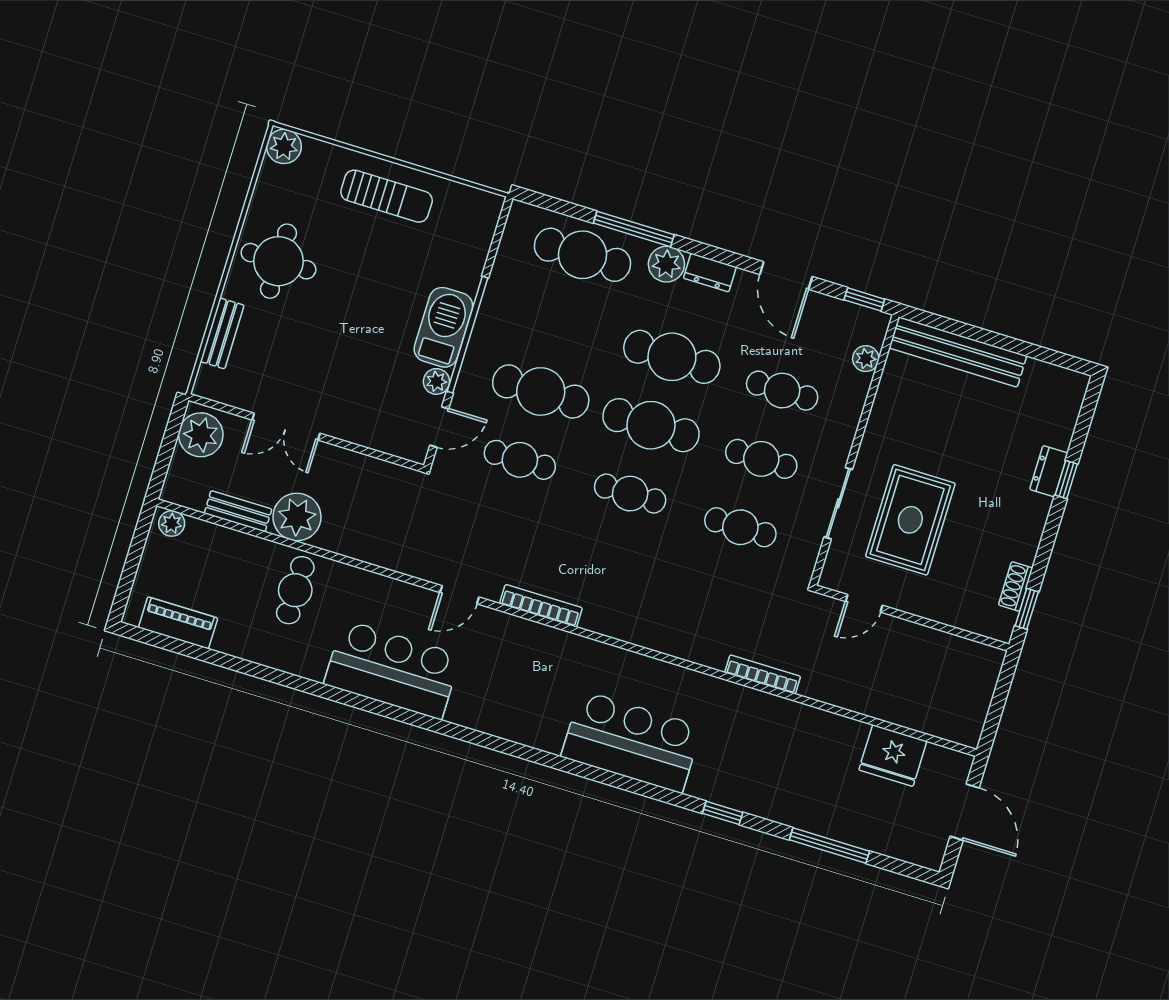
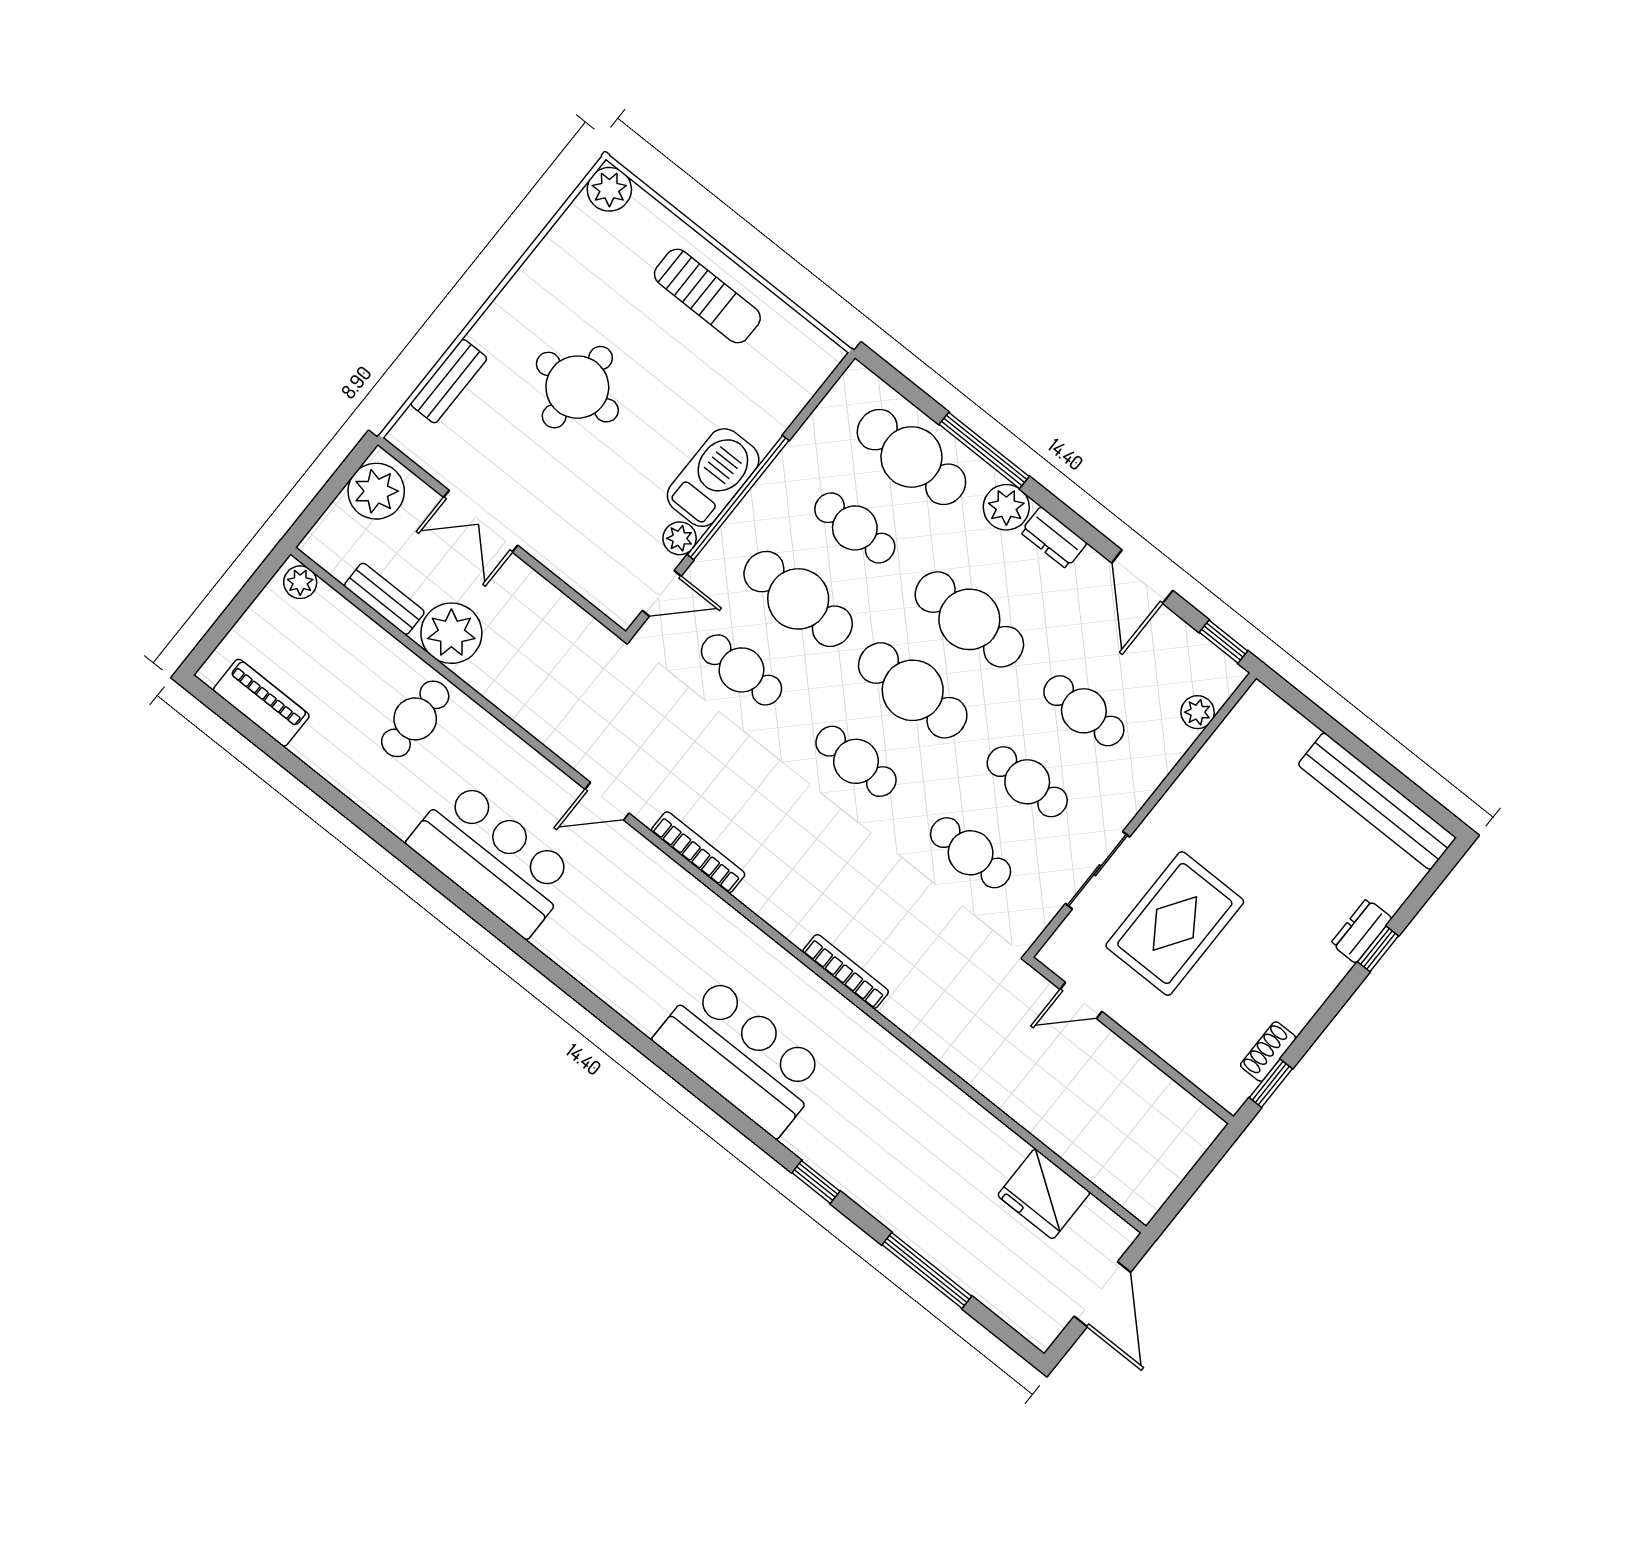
round table: (278, 261) -> (577, 387), moved
cafe table: (562, 323) -> (855, 528), added
bench: (958, 352) -> (1377, 801), moved
bookcase: (763, 674) -> (846, 971), moved

